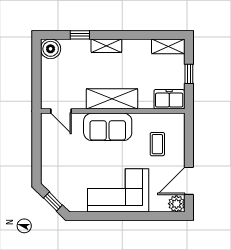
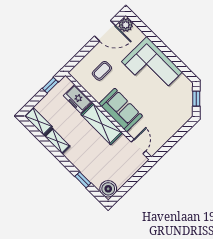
shelving: (106, 46) -> (57, 141), moved
window: (189, 74) -> (50, 85), moved
freezer: (169, 99) -> (78, 99), moved

